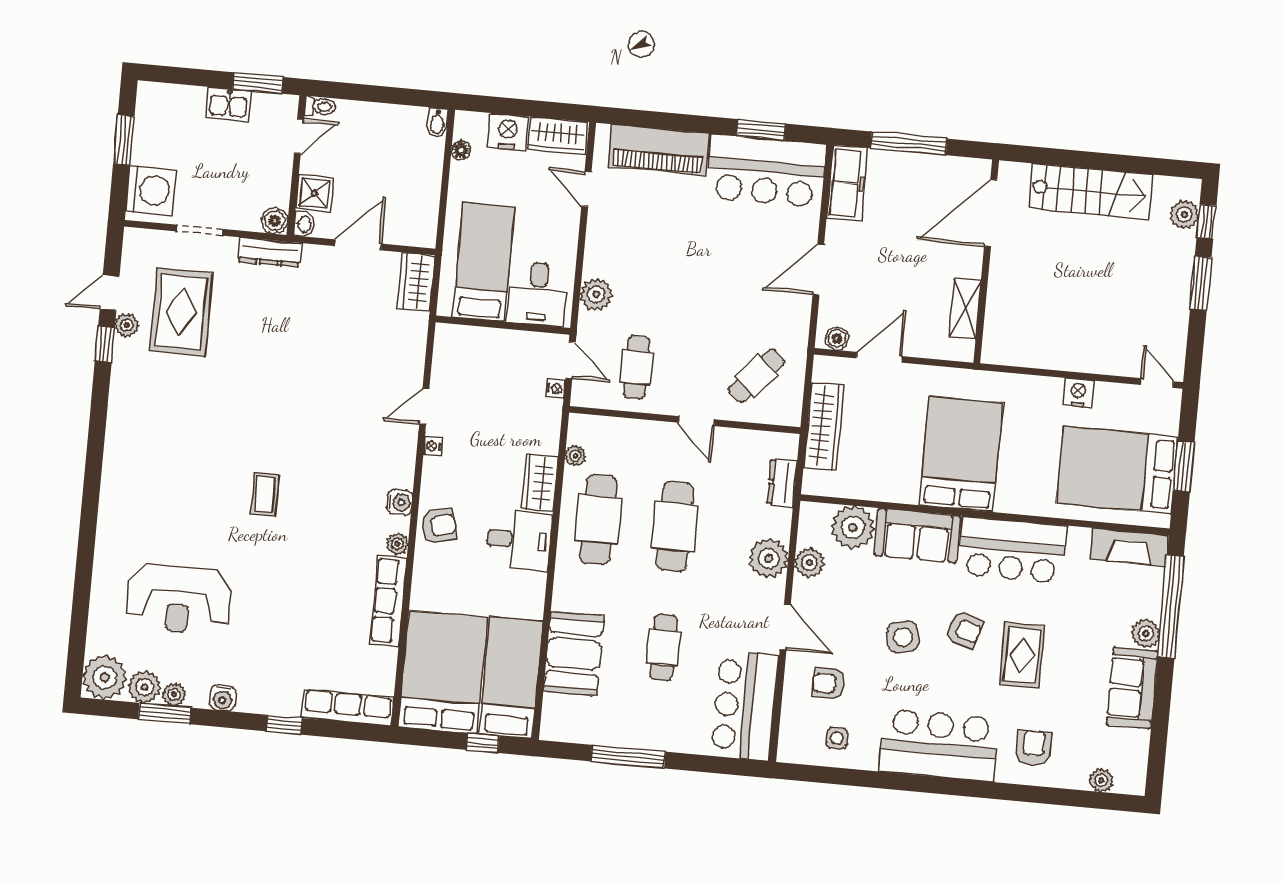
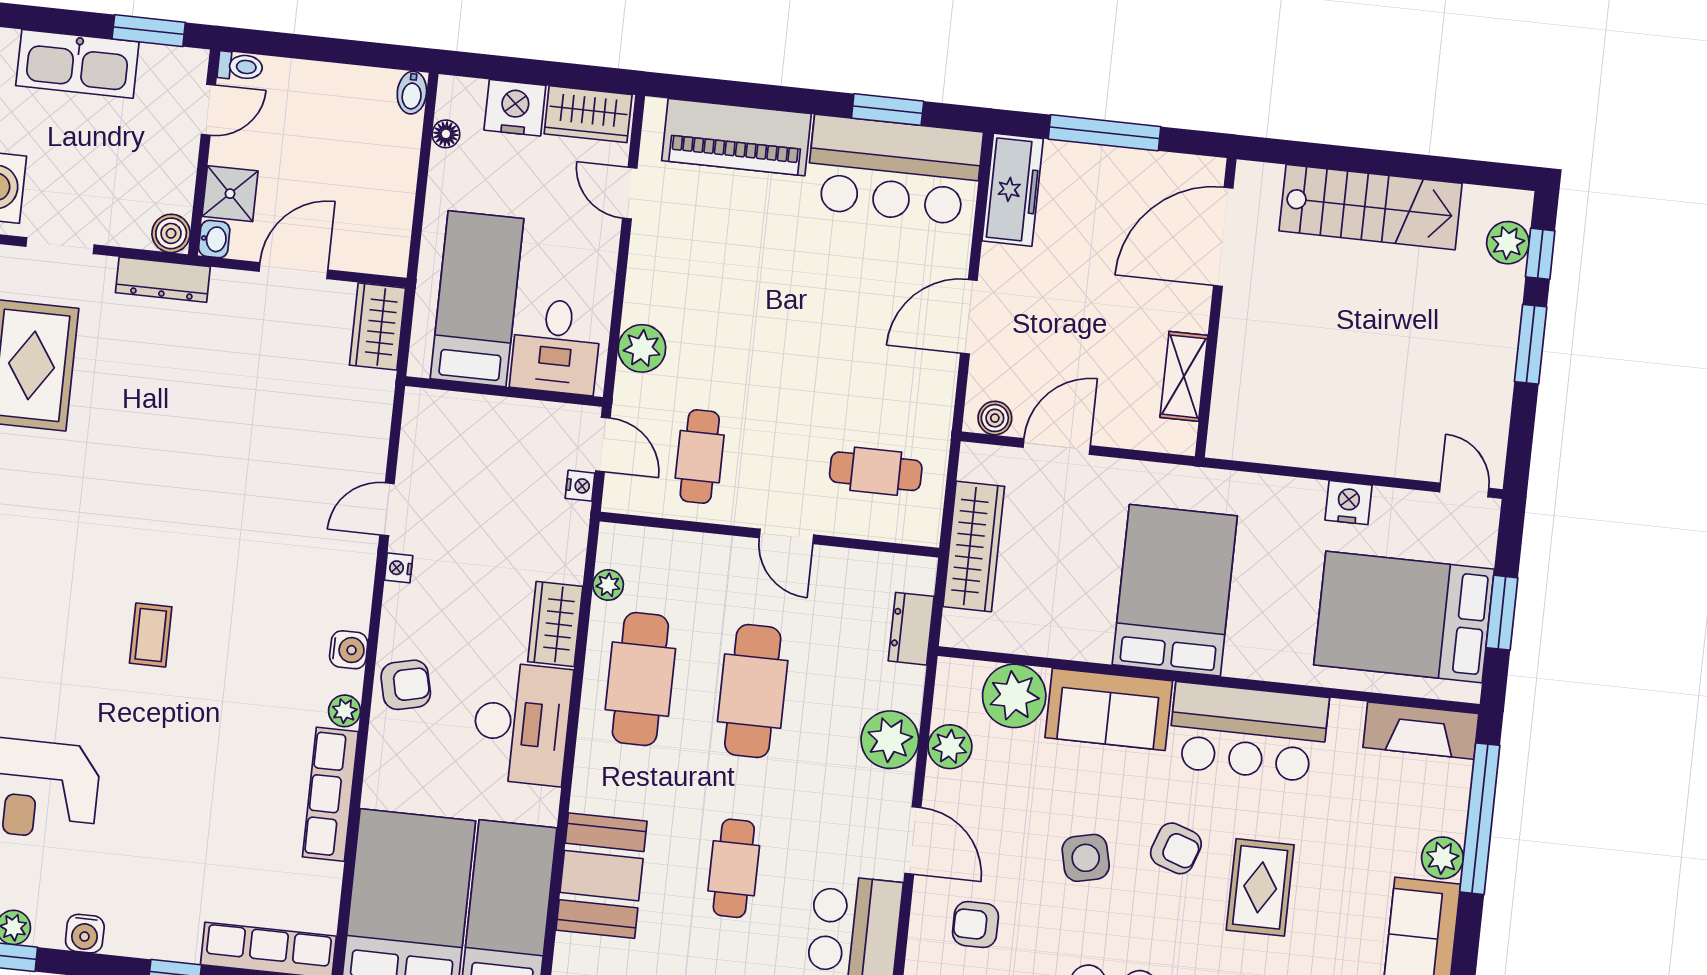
kitchen sink: (228, 104) -> (77, 64), width x1.87, depth x1.24
cafe table: (756, 376) -> (876, 471), turned 48
desk: (519, 540) -> (522, 724), width x1.37

